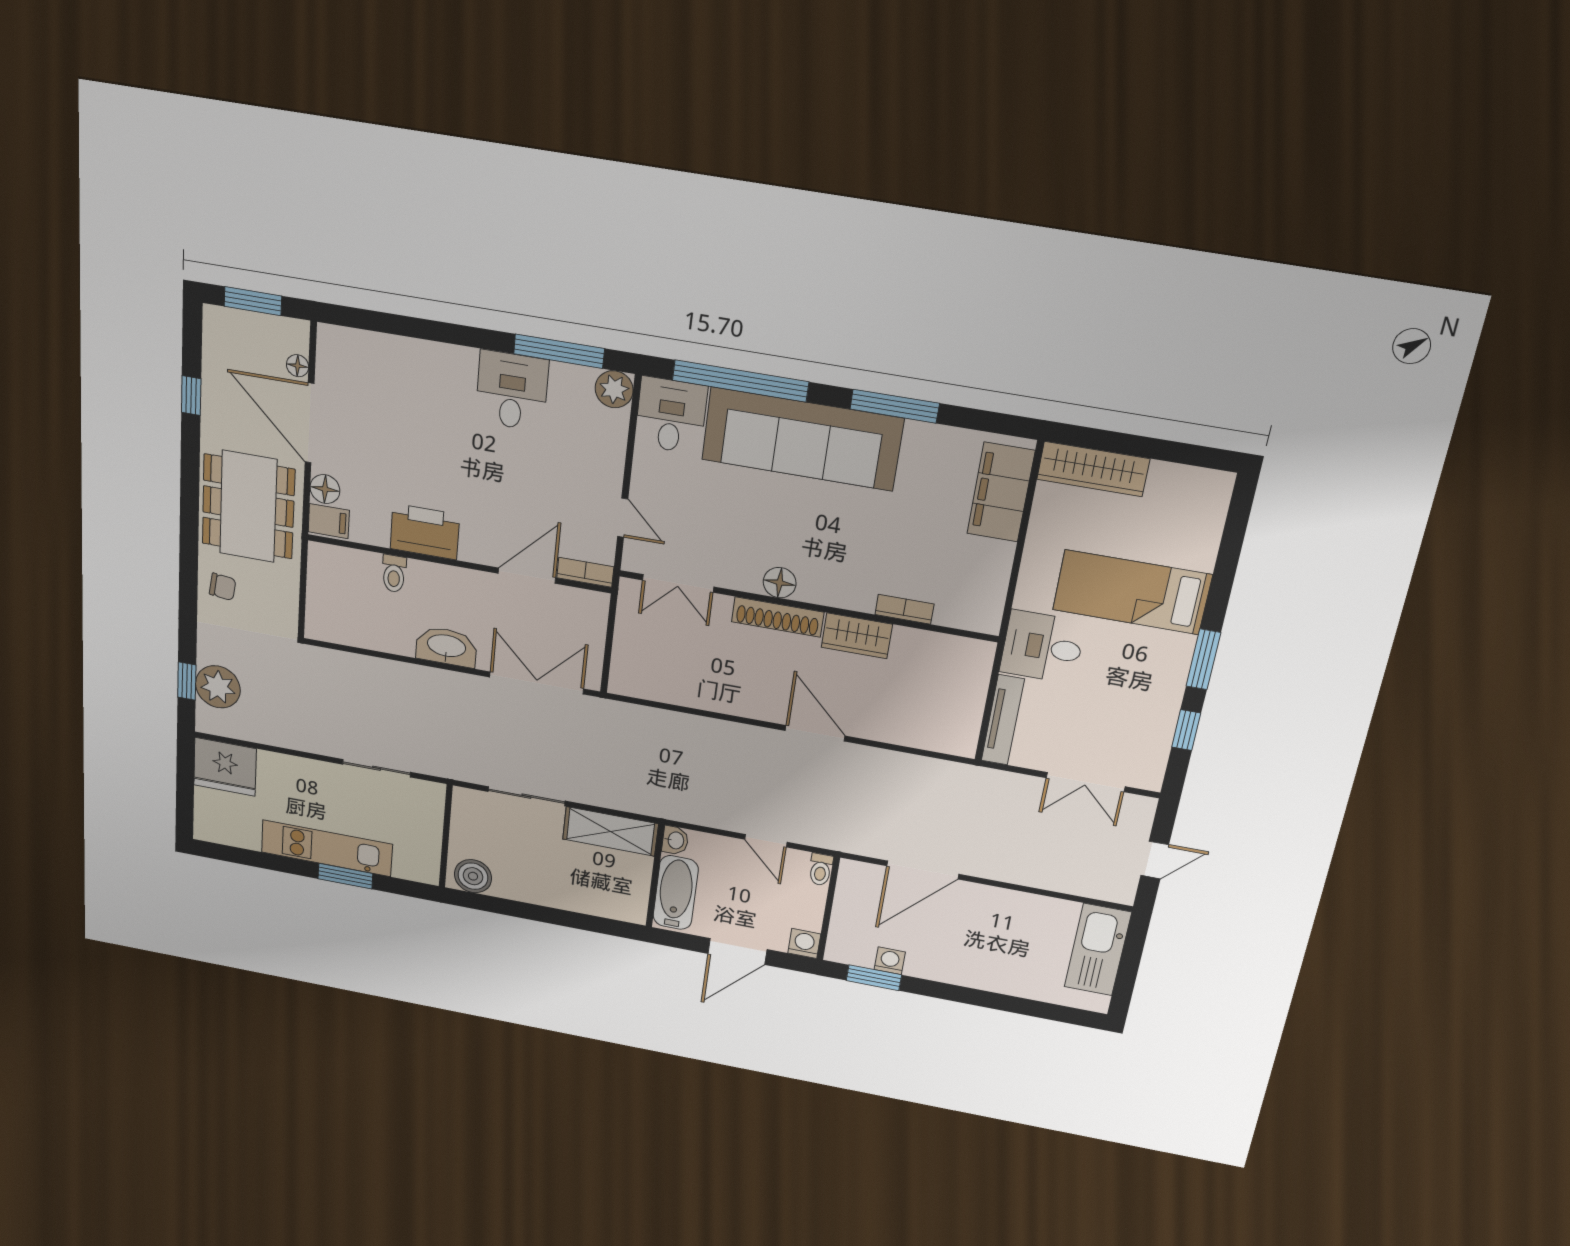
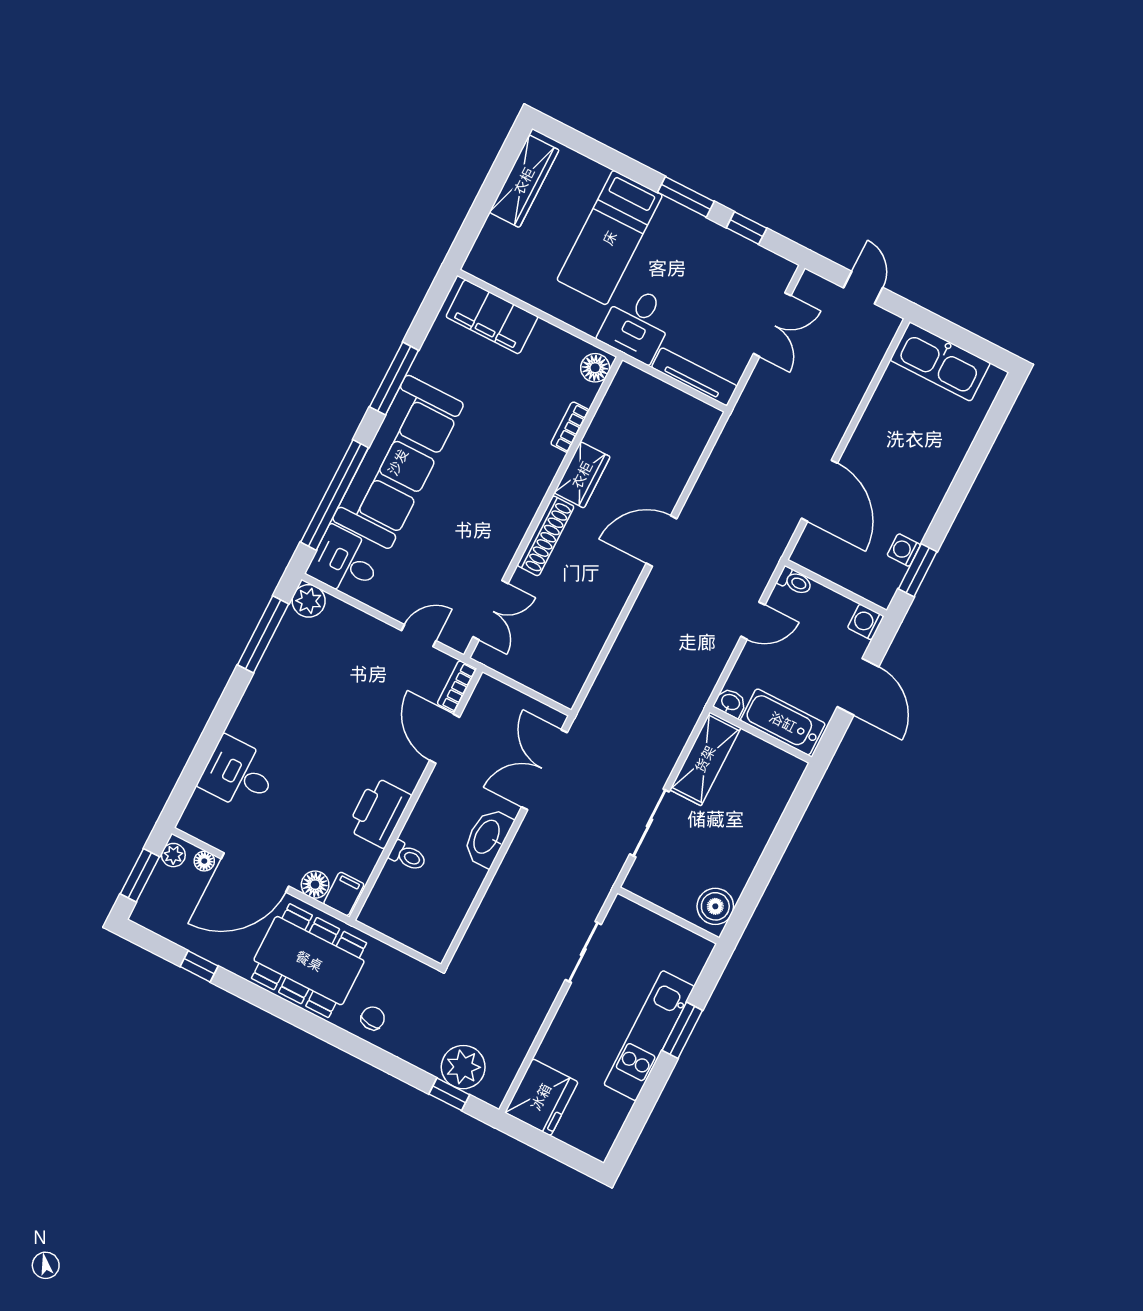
plant: (289, 330) -> (173, 855), added
desk: (512, 391) -> (238, 774), moved
wardrobe: (1093, 469) -> (524, 181), moved
floor lamp: (780, 583) -> (595, 368), moved

